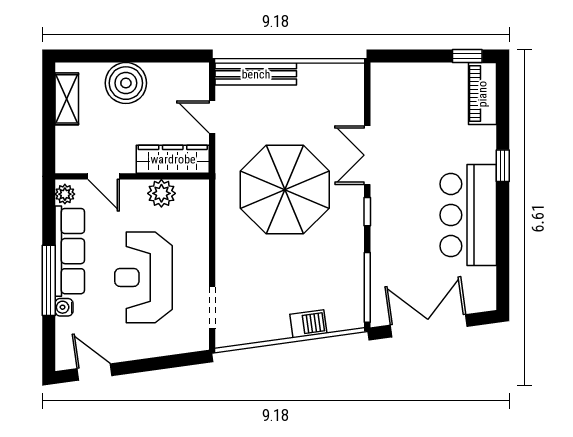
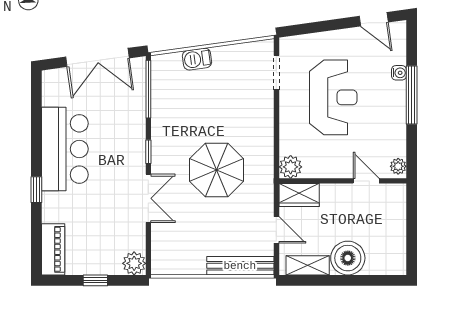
window: (467, 56) -> (95, 280), moved
plant: (384, 77) -> (134, 263), added
shelving: (67, 99) -> (308, 265), moved, turned 90
wardrobe: (173, 159) -> (299, 195), width x0.67
parasol: (285, 190) -> (217, 170), width x0.73, depth x0.73
plant: (161, 193) -> (291, 167), moved
row of seats: (70, 251) -> (394, 119), removed

